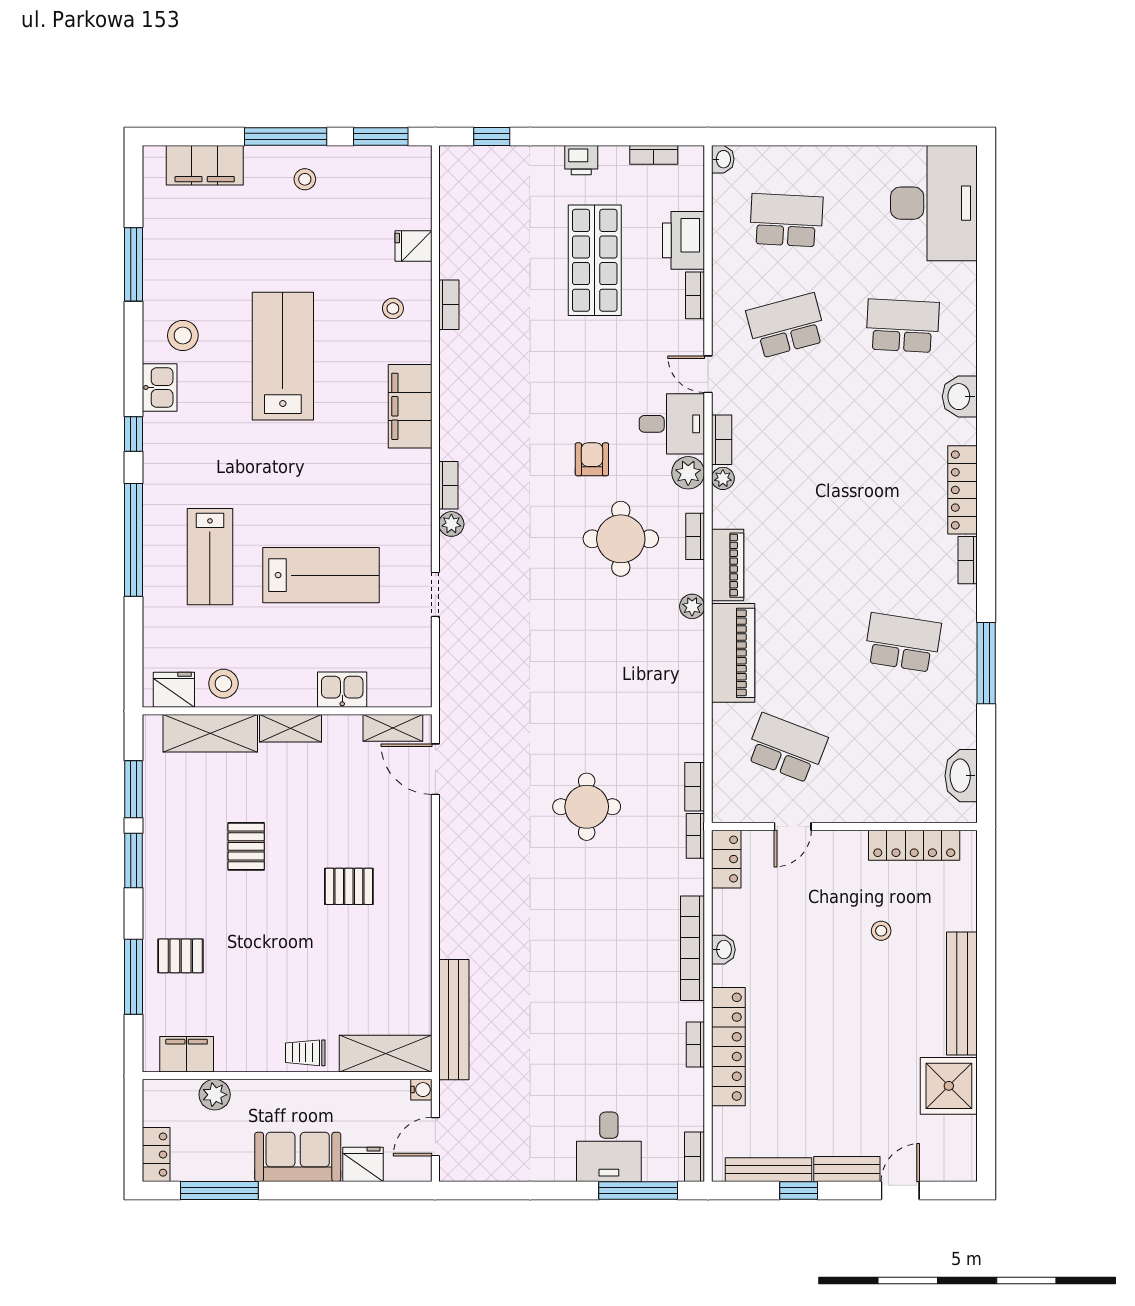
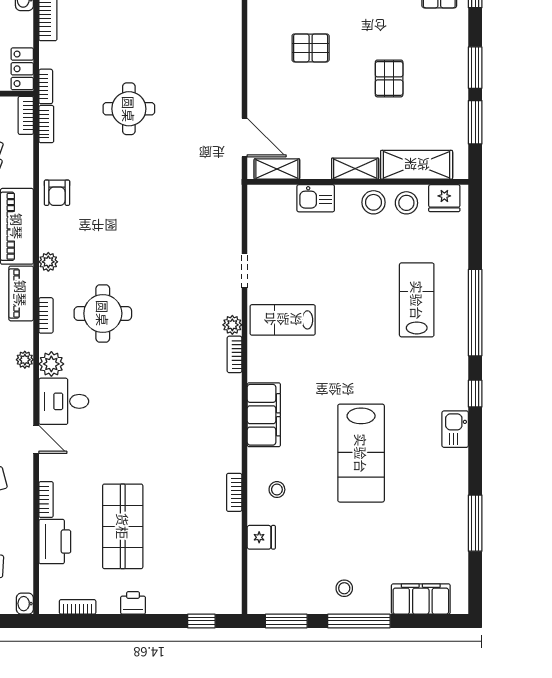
stool: (183, 336) -> (374, 202), moved
bookcase: (722, 440) -> (26, 115), moved
armchair: (592, 459) -> (57, 193), moved
lab bench: (321, 575) -> (283, 320), moved, width x0.73, depth x0.72

